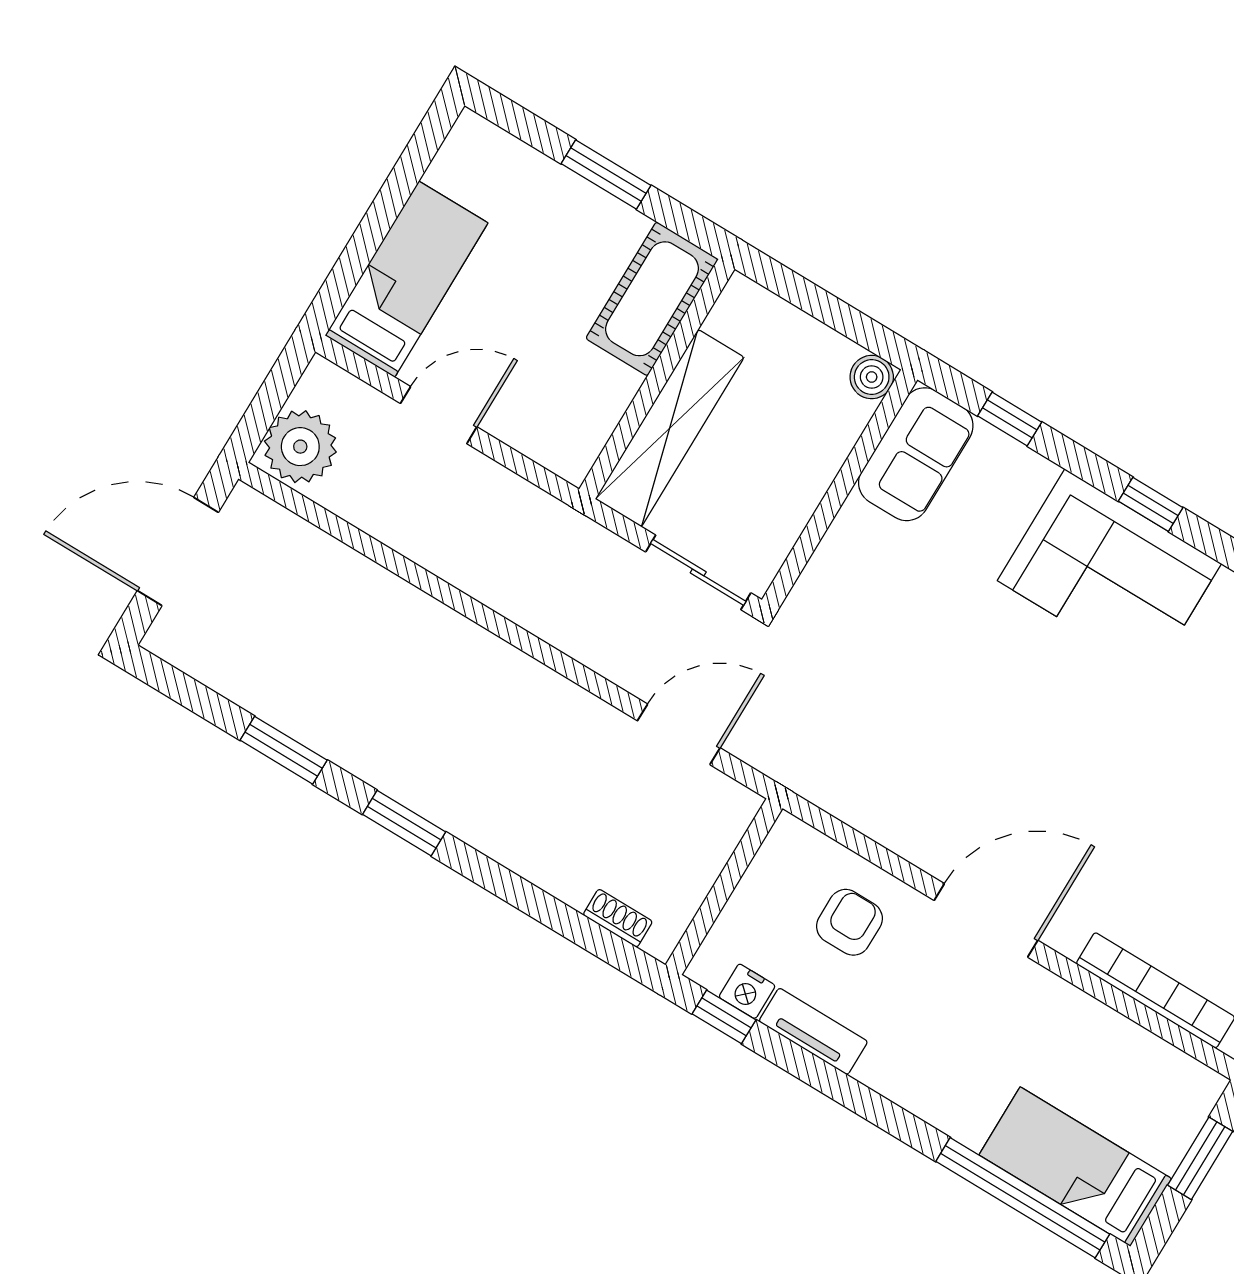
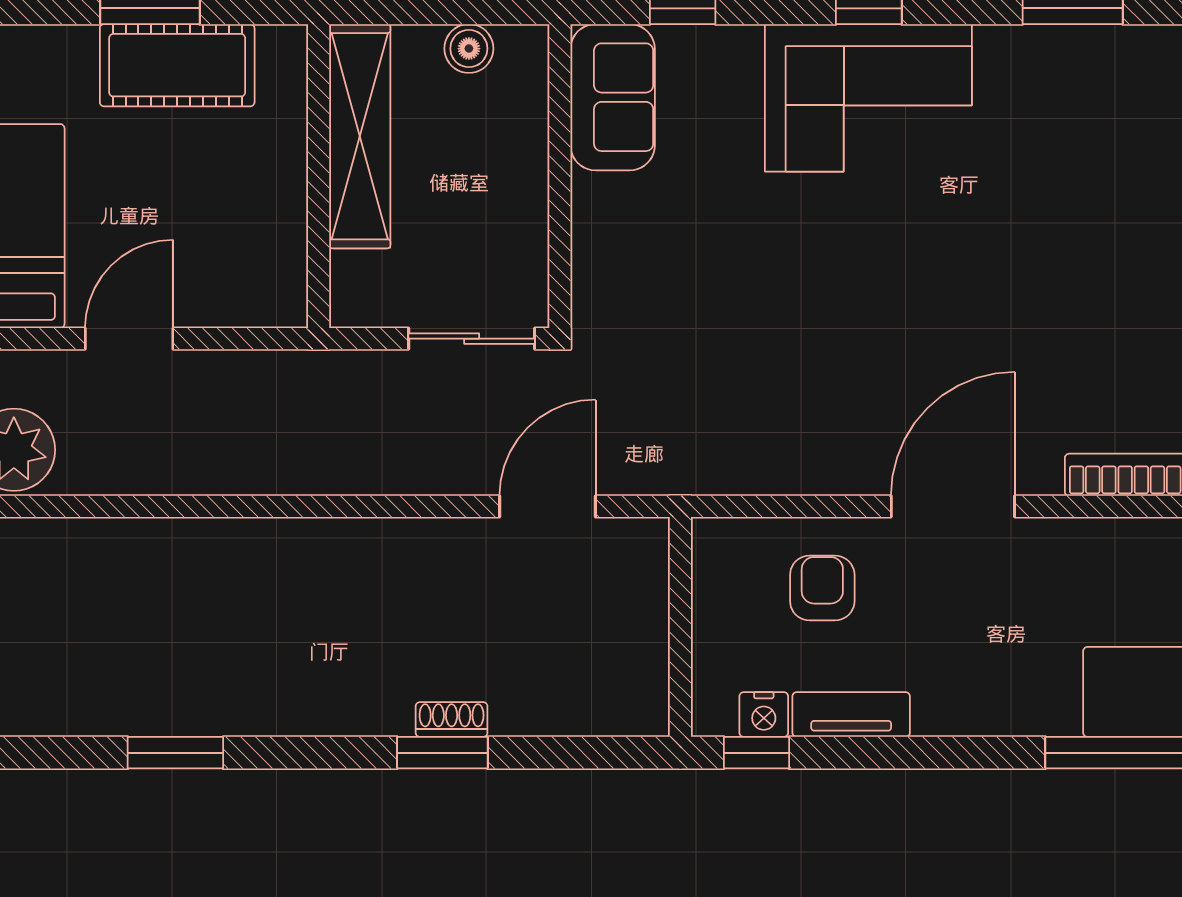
cot: (652, 299) -> (177, 65), moved, turned 90
boiler: (872, 377) -> (469, 49), moved
shelving: (670, 428) -> (360, 136), moved
window: (404, 823) -> (442, 753), moved
shoe rack: (618, 918) -> (452, 719), moved

